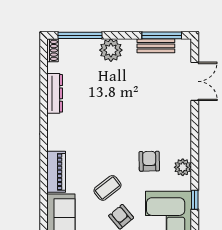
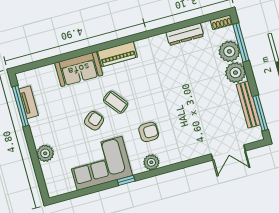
bench: (156, 46) -> (248, 105), width x1.36
plant: (86, 50) -> (229, 51), added

